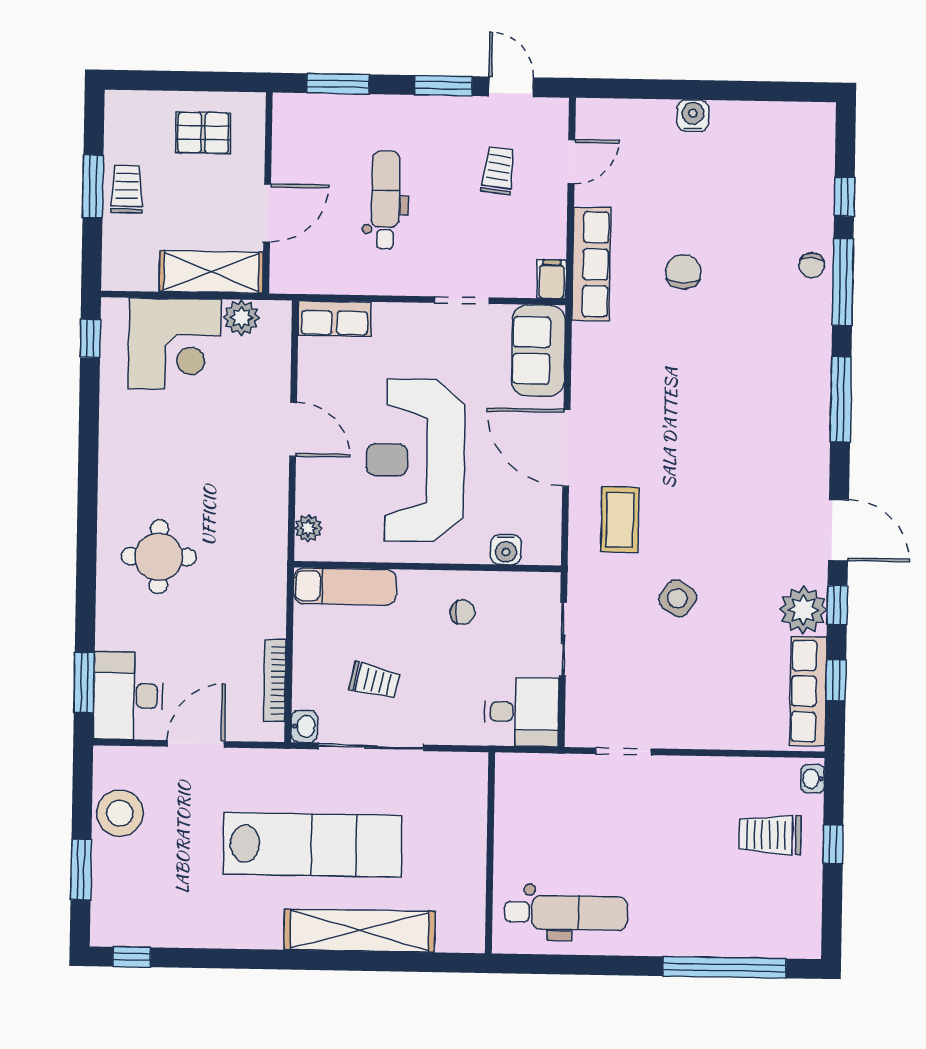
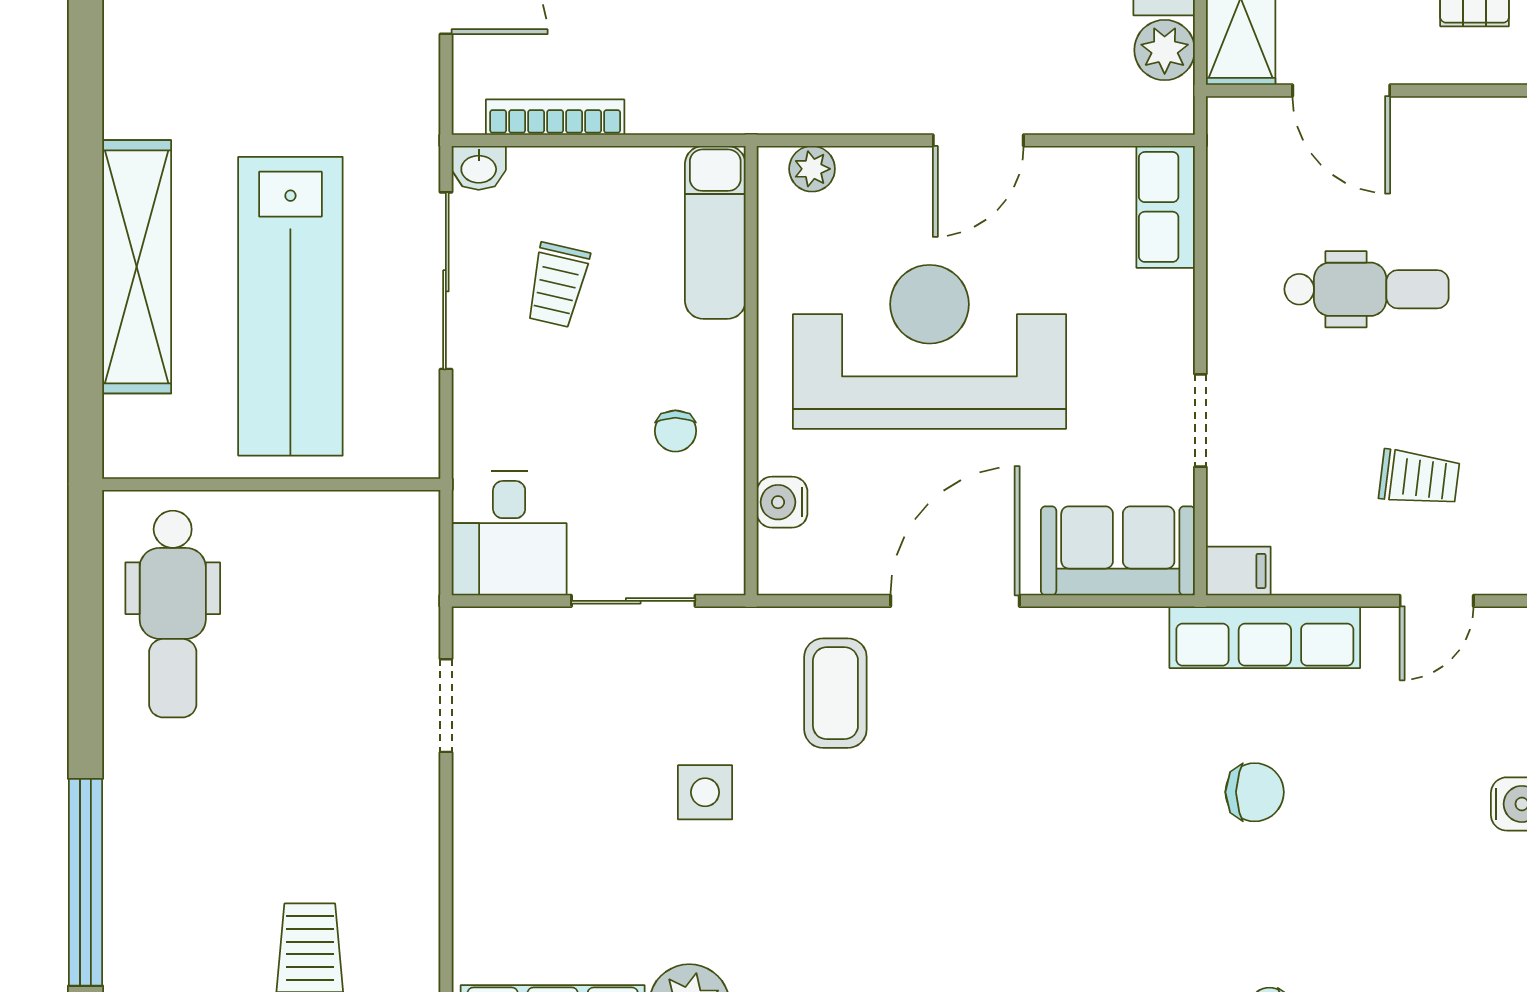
door: (571, 162) -> (1437, 601), hinge flipped
coffee table: (620, 520) -> (835, 693), turned 90
side table: (678, 598) -> (705, 792), turned -35
lab bench: (312, 845) -> (290, 306), moved

